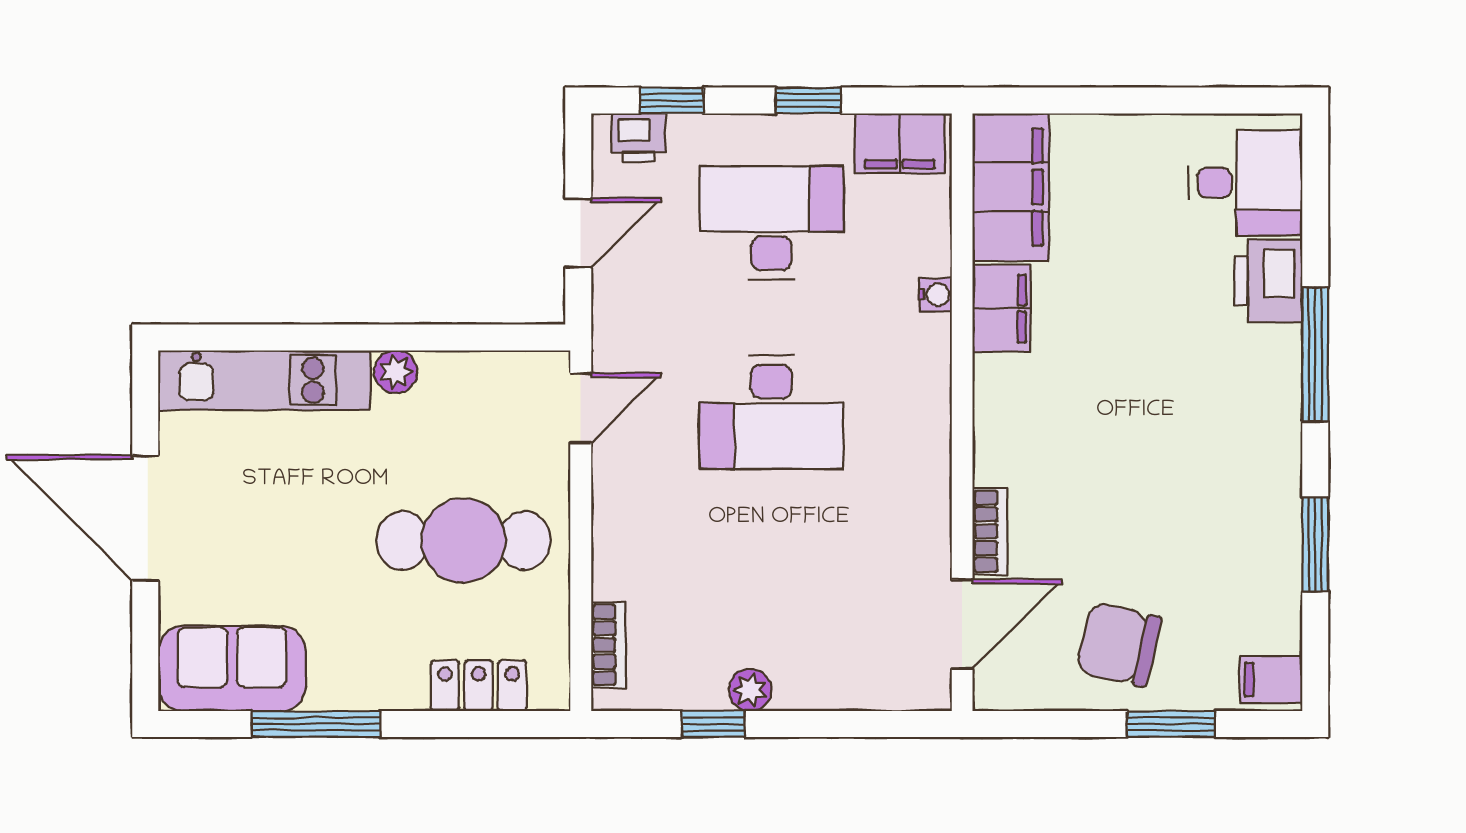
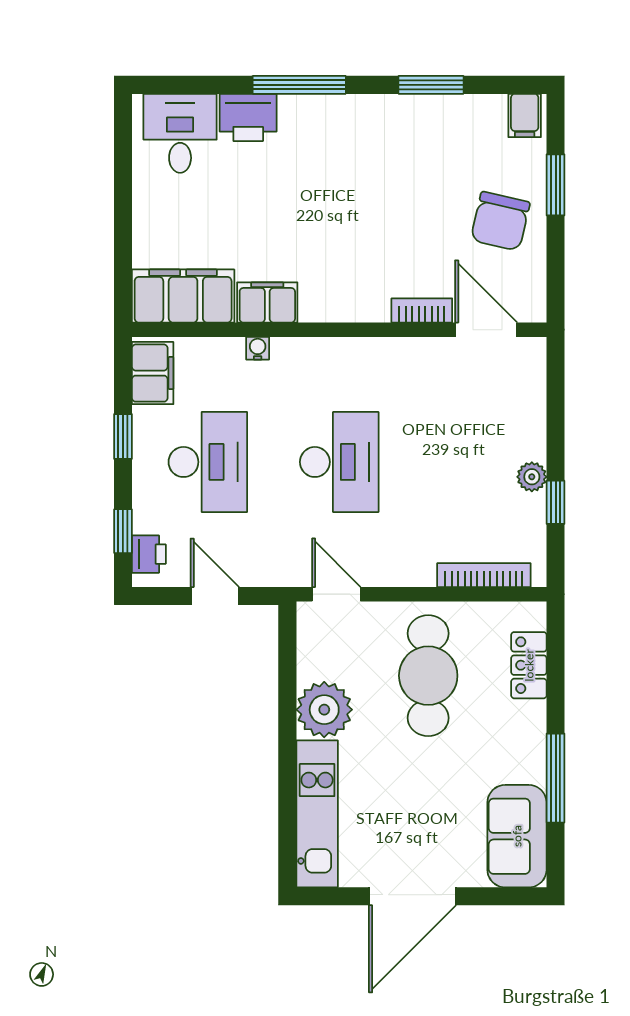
desk: (771, 223) -> (208, 462), turned 180
plant: (396, 372) -> (324, 710), width x1.88, depth x1.88
bookcase: (608, 645) -> (484, 575), width x1.56

